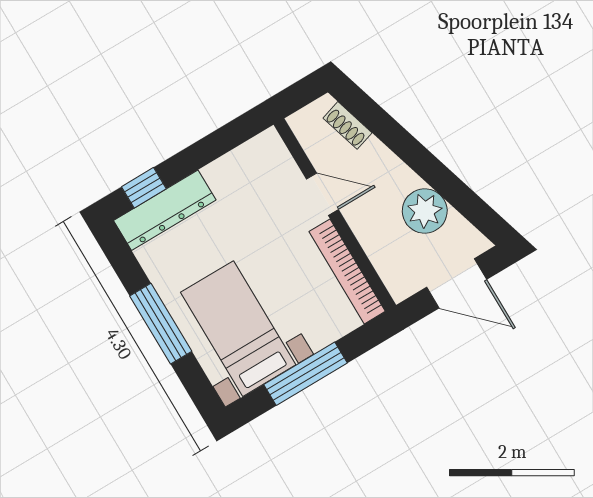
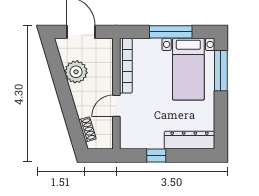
window: (144, 188) -> (156, 155), moved
door: (322, 194) -> (116, 106), hinge flipped
window: (161, 324) -> (221, 71), moved

